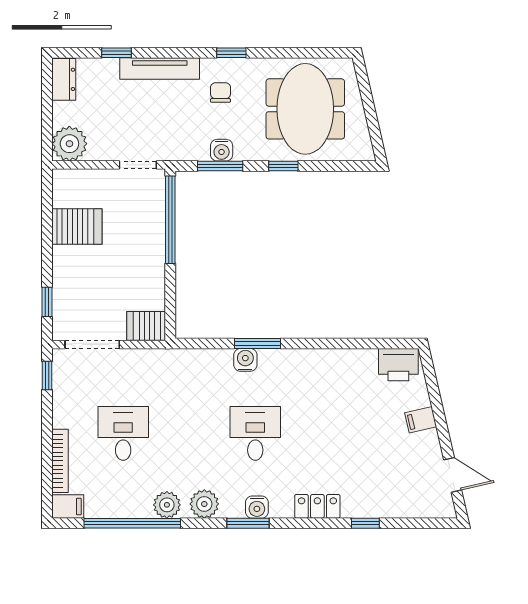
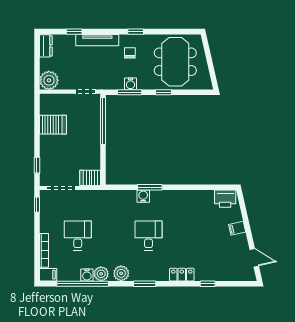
water cooler: (257, 507) -> (87, 275), moved

